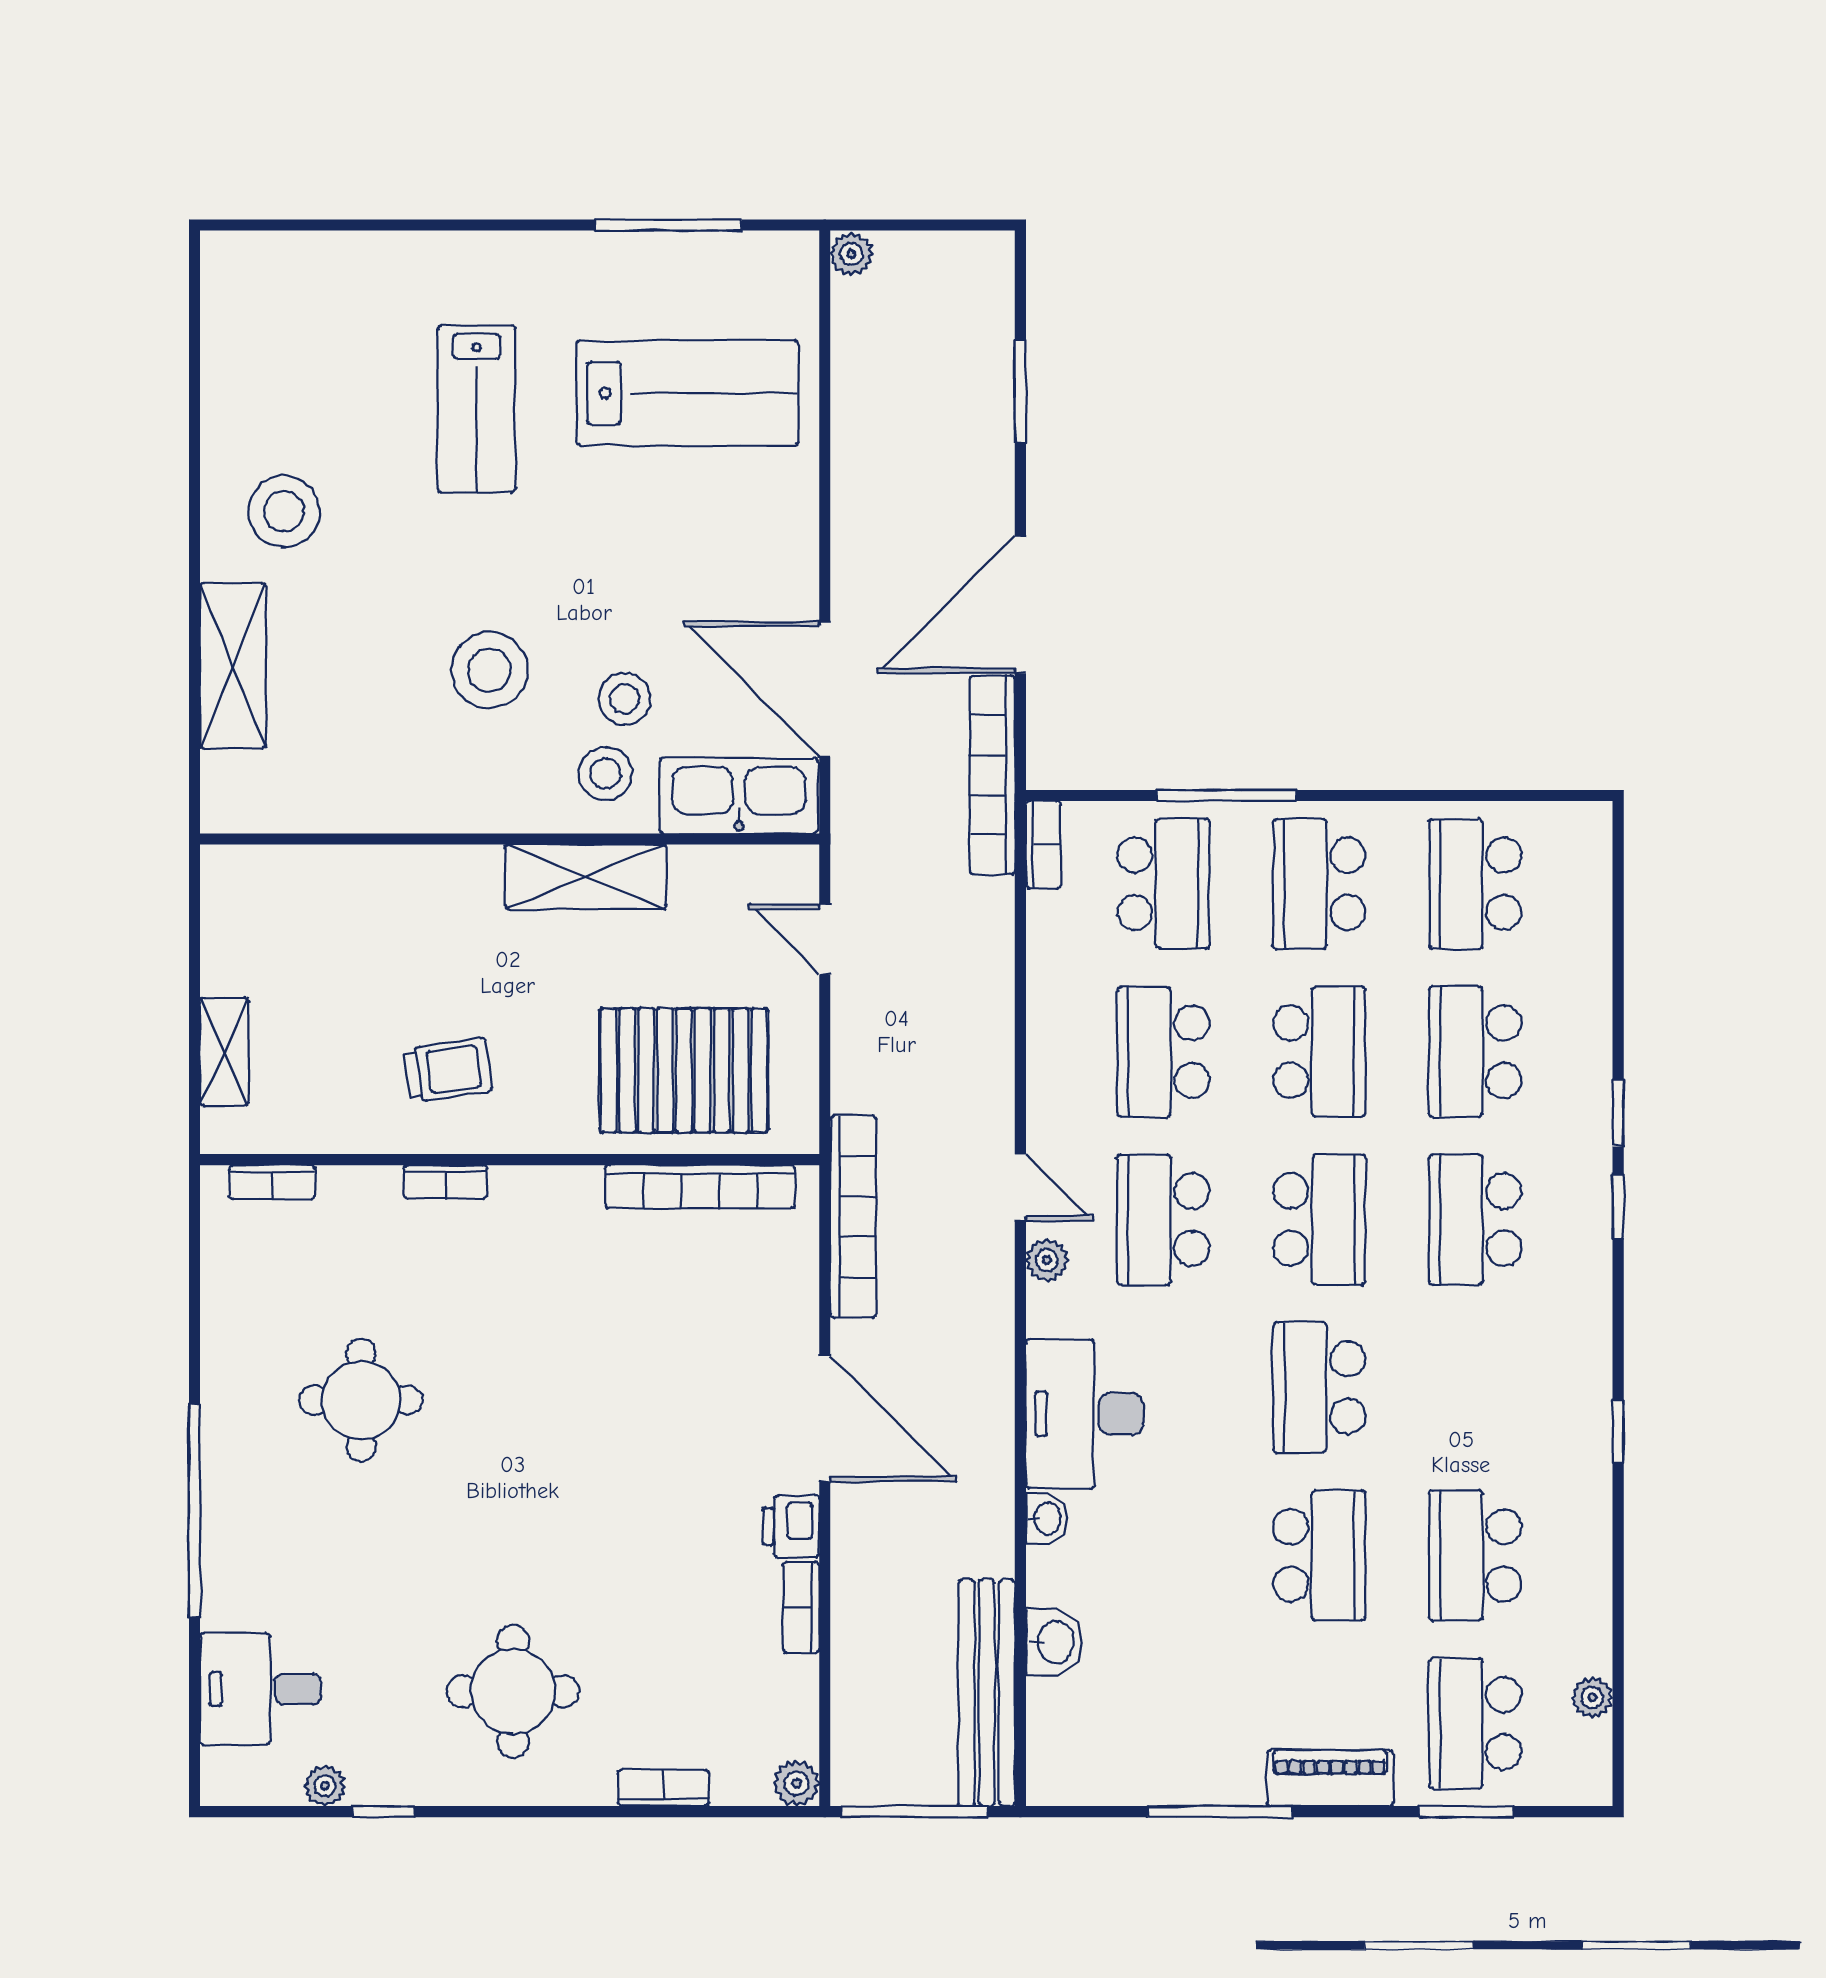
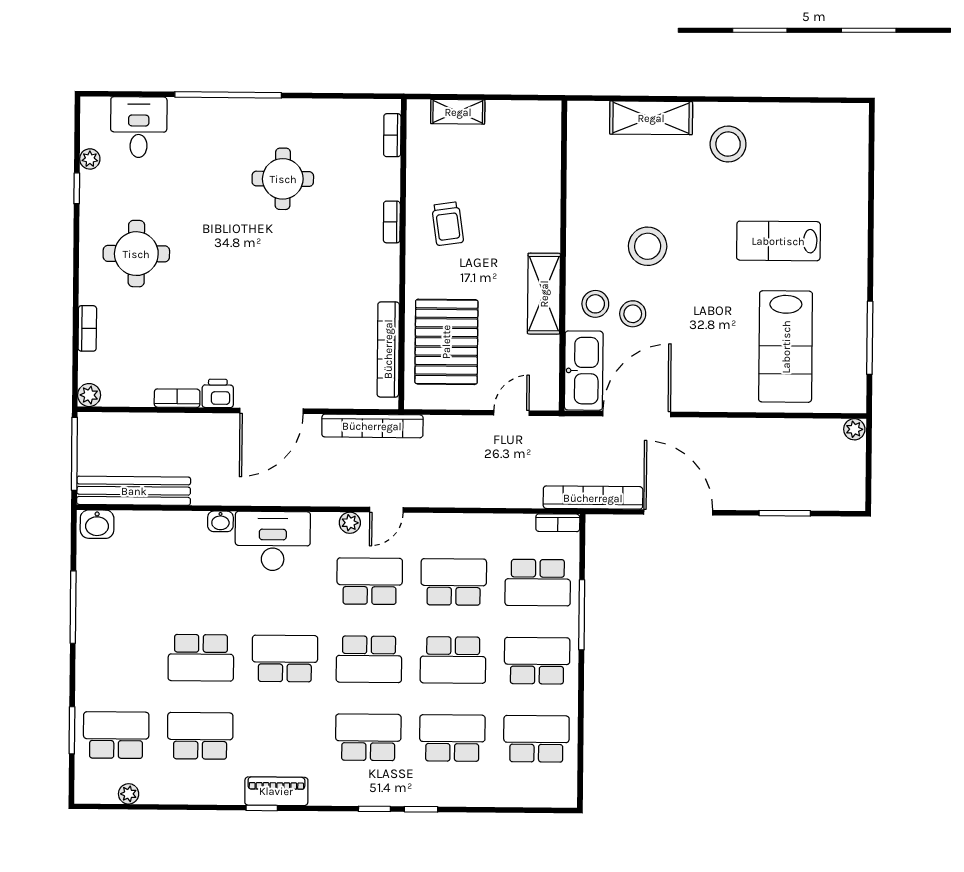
washbasin: (1054, 1642) -> (97, 524), moved
piano: (1330, 1778) -> (276, 791), moved, turned -90

